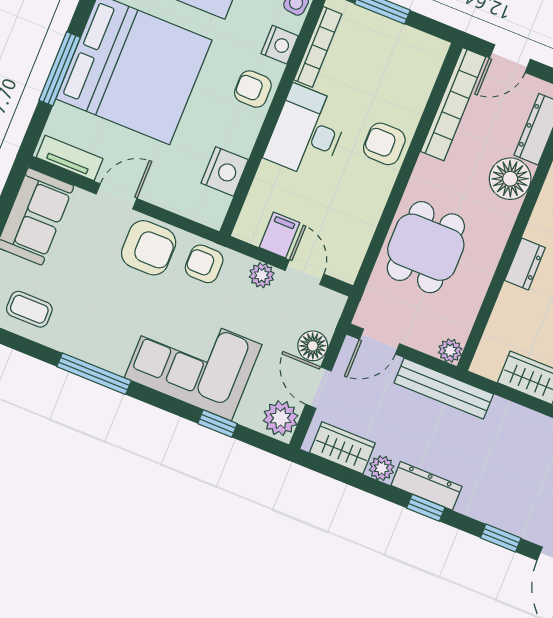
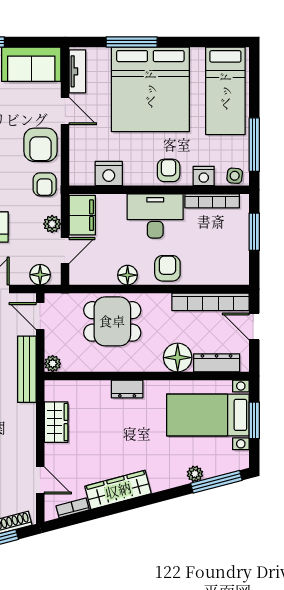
floor lamp: (372, 201) -> (128, 275), added
filing cabinet: (279, 235) -> (82, 215), width x2.00
armchair: (204, 264) -> (45, 184), turned 180
floor lamp: (313, 346) -> (40, 275), moved

